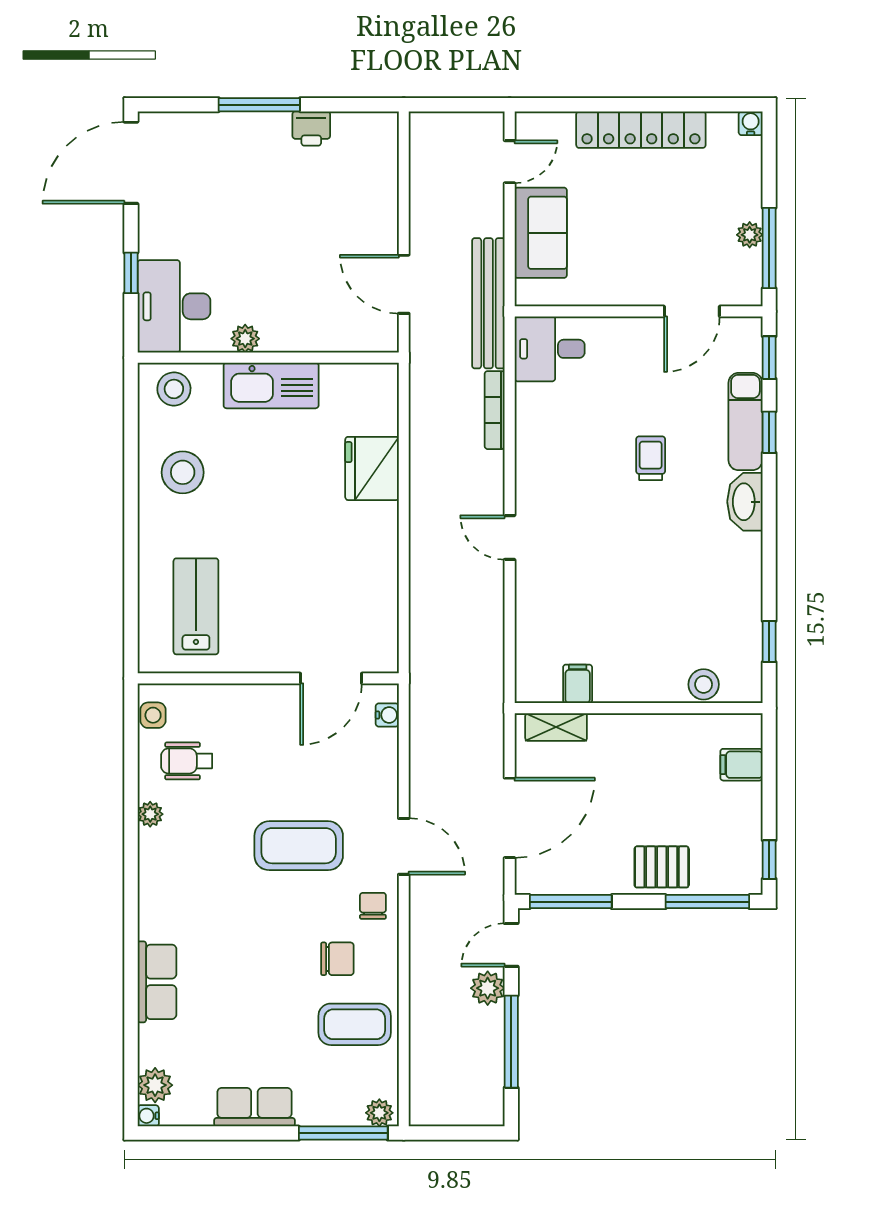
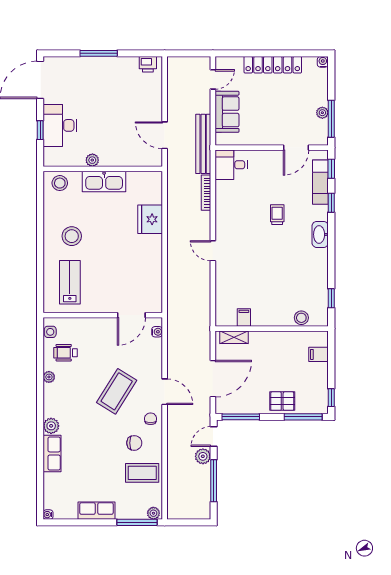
printer: (311, 128) -> (148, 64), moved
desk: (174, 306) -> (60, 125), moved
exam couch: (745, 422) -> (320, 182), moved
stool: (183, 472) -> (72, 236), moved
coffee table: (299, 846) -> (117, 391), turned -58
plant: (155, 1085) -> (51, 426), moved

